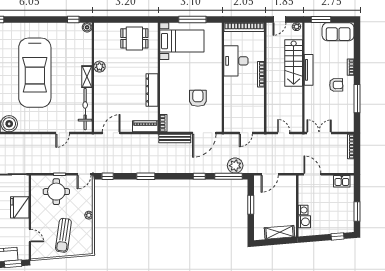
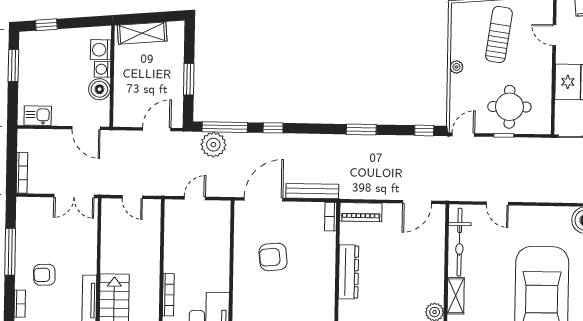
armchair: (198, 98) -> (273, 257), turned 84
door: (63, 133) -> (497, 203), swing flipped
boiler: (305, 198) -> (99, 89), added

